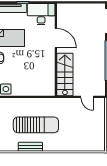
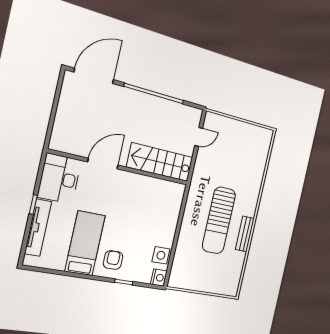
sun lounger: (36, 125) -> (219, 220), turned 180

